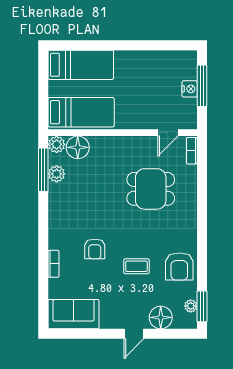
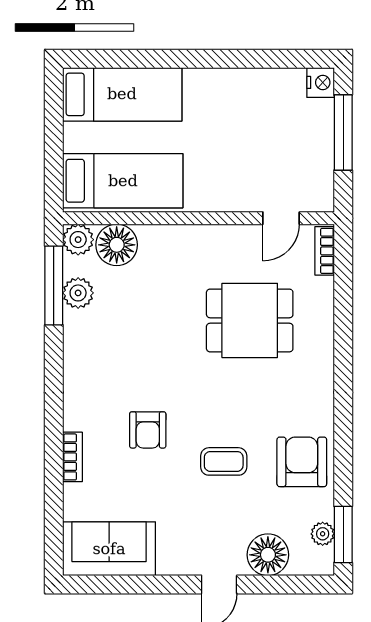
nightstand: (190, 89) -> (321, 82), moved
armchair: (179, 266) -> (302, 462), turned 180

